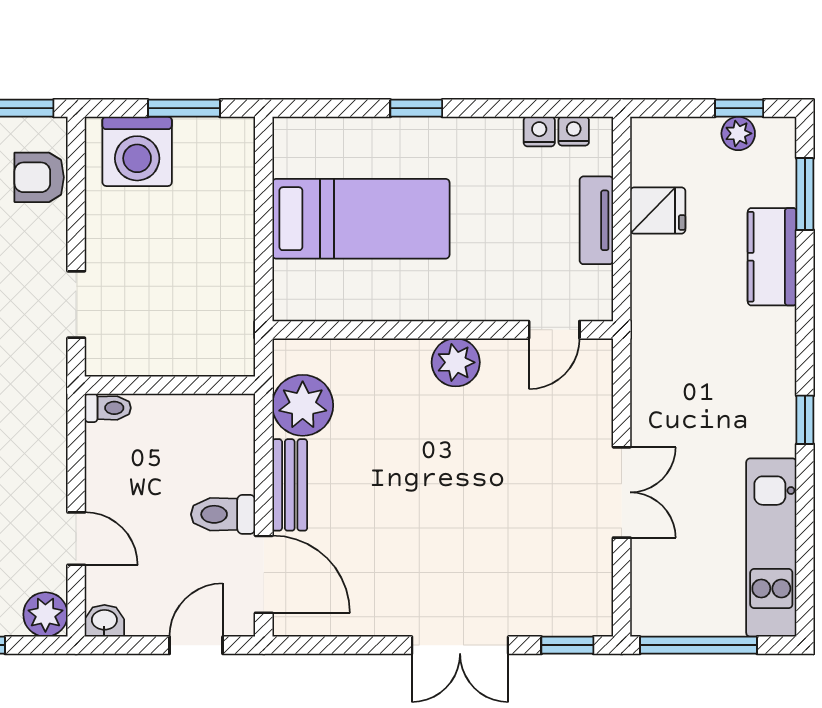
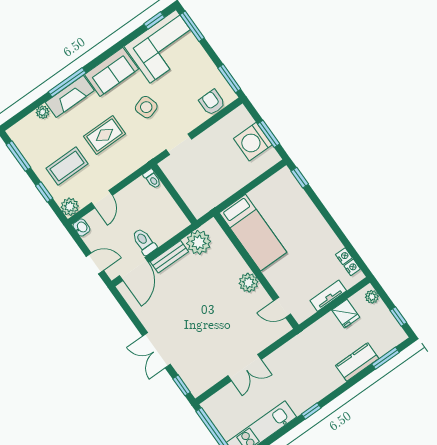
window: (416, 108) -> (300, 178), moved
plant: (738, 133) -> (372, 297), moved
washing machine: (137, 151) -> (253, 142), moved
bed: (361, 219) -> (253, 233), moved

